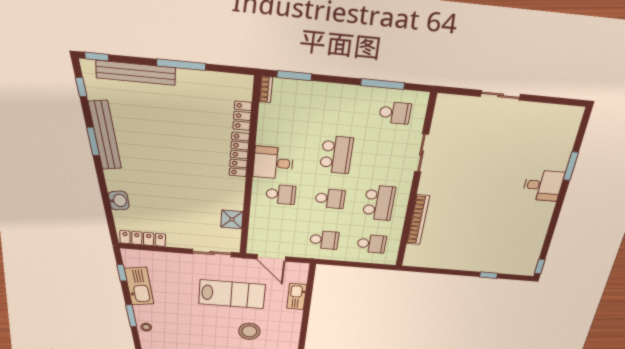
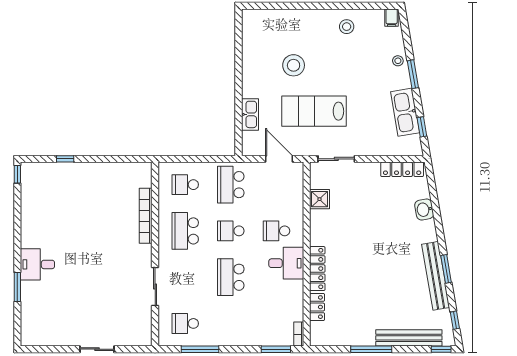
school desk: (324, 240) -> (231, 185), width x1.85

